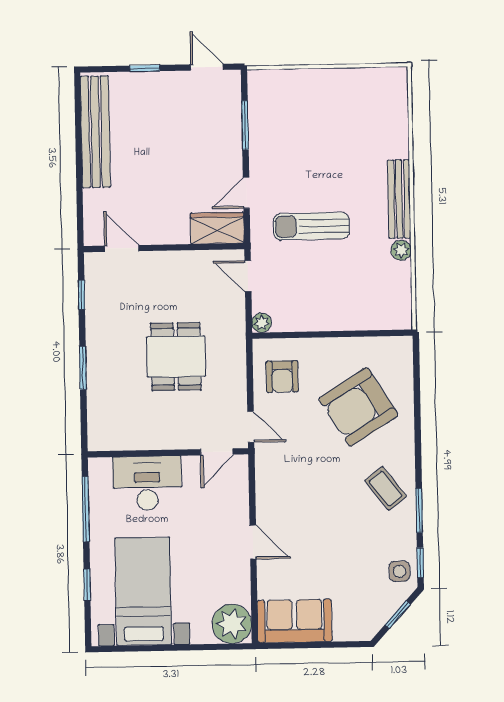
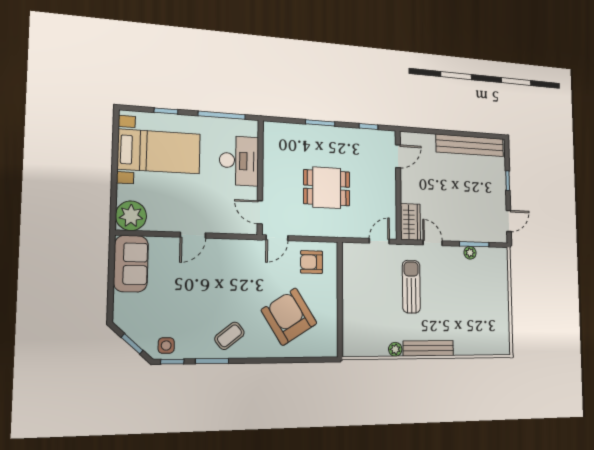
plant: (262, 323) -> (470, 253), moved

